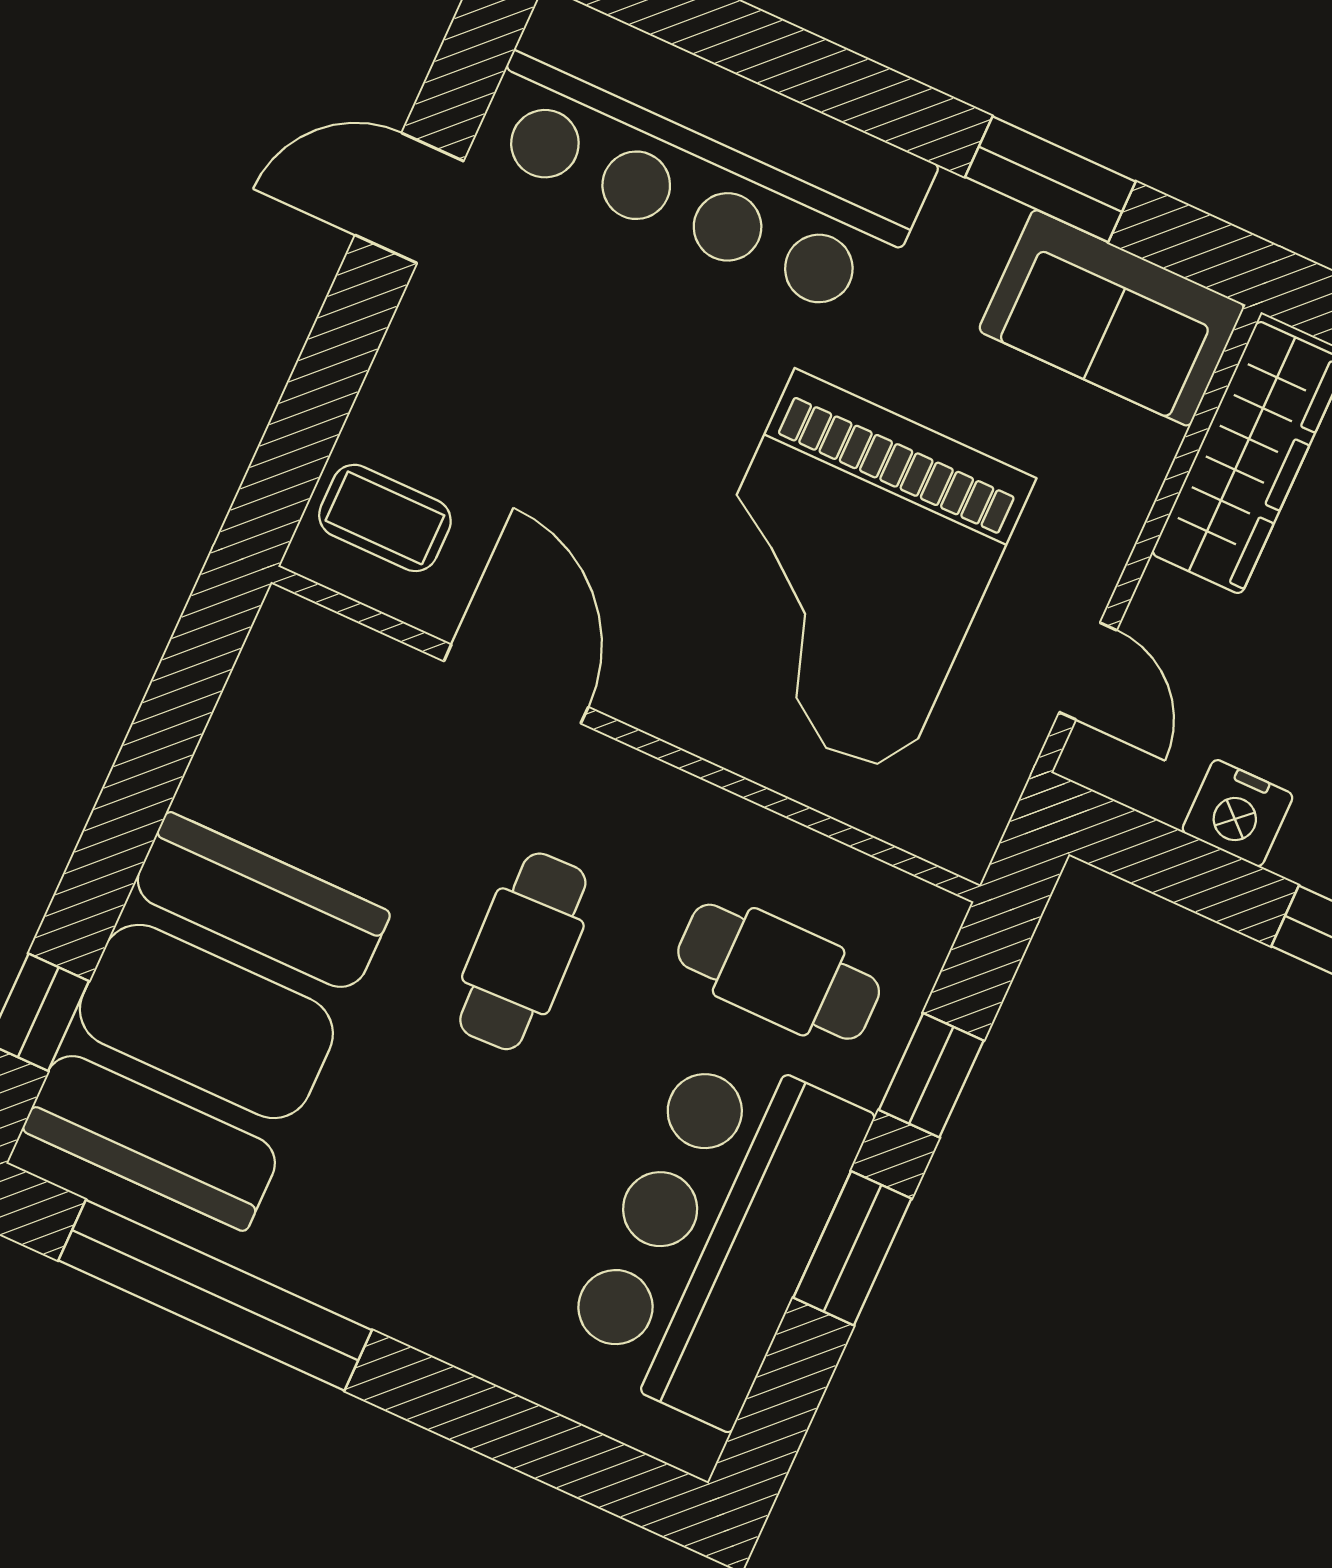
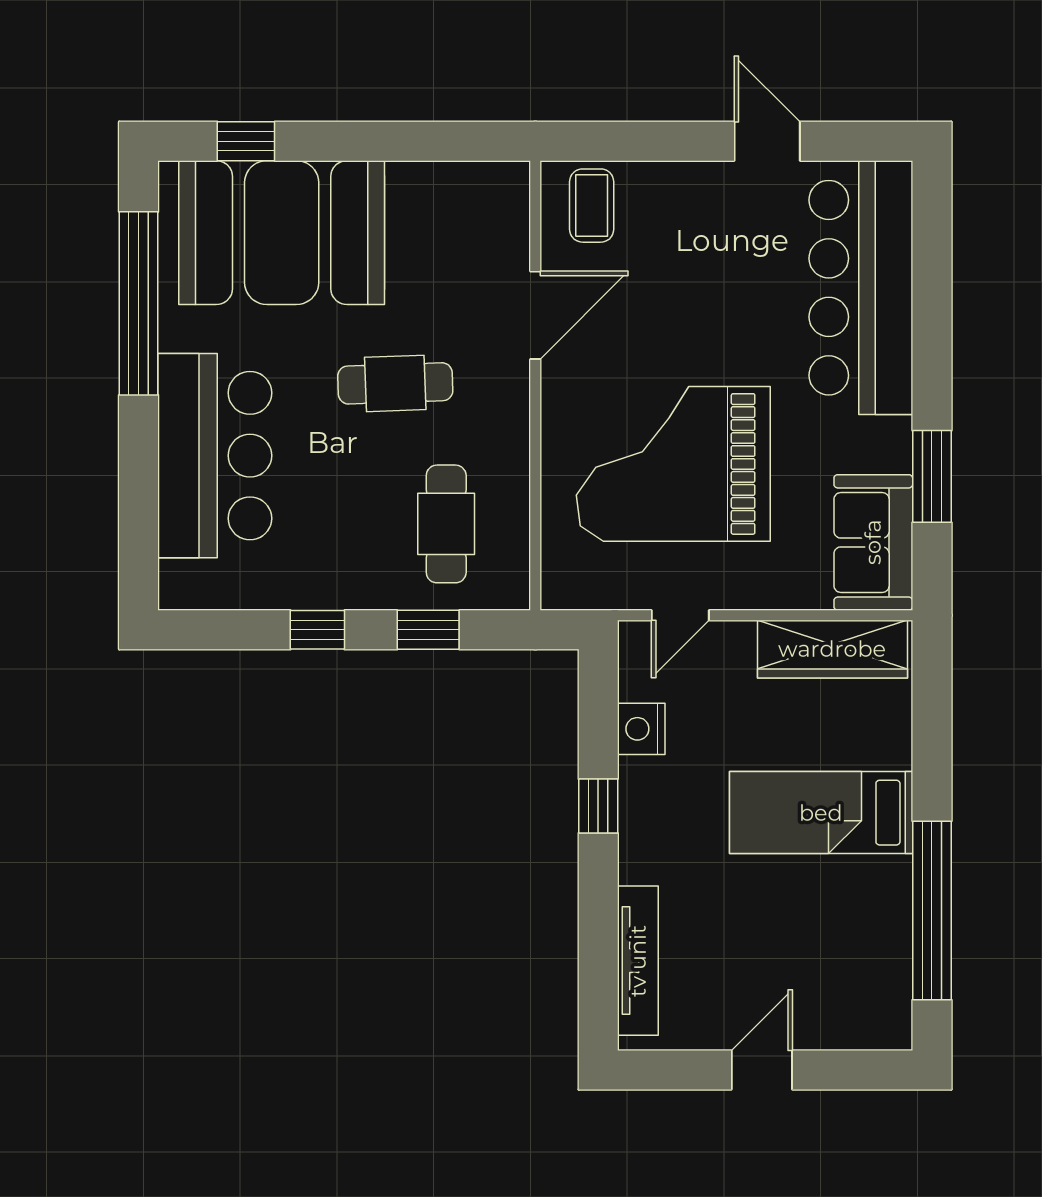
bar counter: (715, 1234) -> (215, 456), moved, turned 90
window: (852, 1248) -> (317, 630), width x0.67

